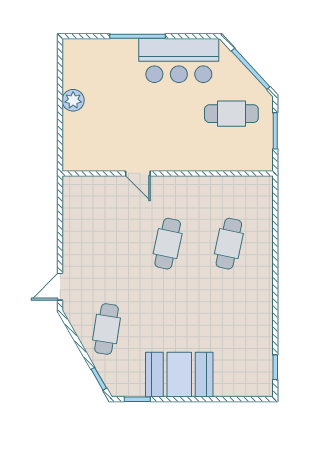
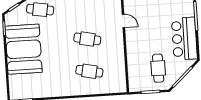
door: (138, 173) -> (123, 21), swing flipped
booth: (179, 375) -> (24, 49), width x1.36, depth x1.42

